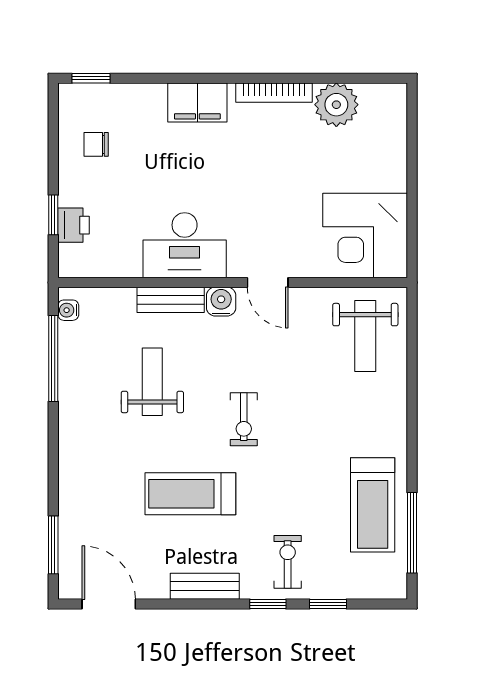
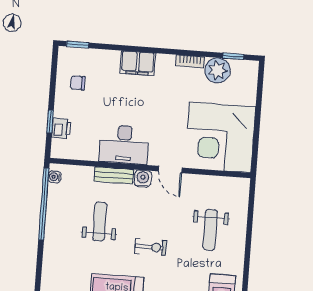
window: (362, 78) -> (233, 56), added
bookcase: (274, 93) -> (190, 61), width x0.64
corner desk: (365, 235) -> (220, 137), width x1.36, depth x1.36
weight bench: (365, 336) -> (210, 230), moved
window: (53, 359) -> (44, 204), width x1.46
exercise bike: (244, 419) -> (151, 247), turned -90

